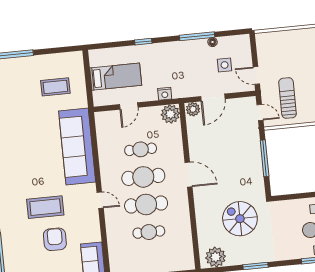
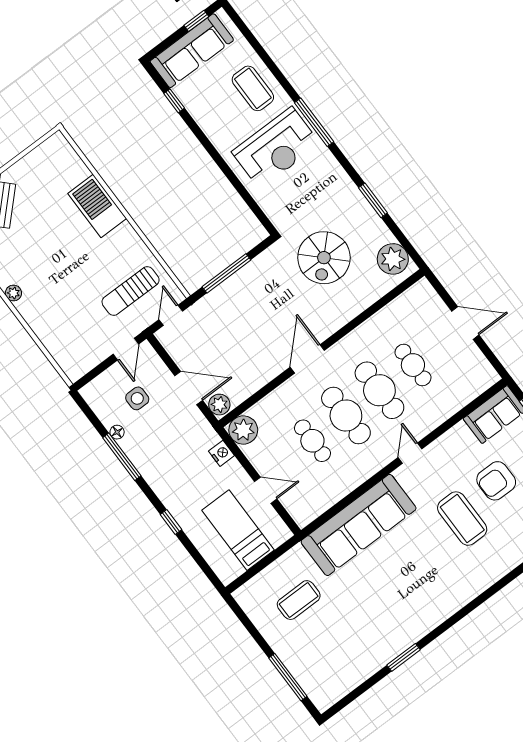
coffee table: (55, 87) -> (299, 600), turned 90

